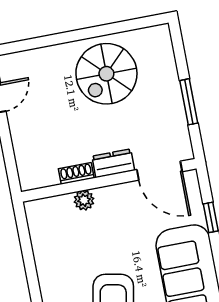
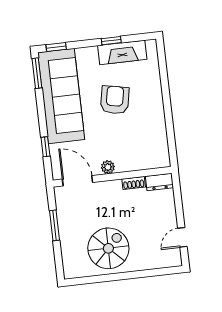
dresser: (113, 163) -> (159, 182), moved
plant: (84, 200) -> (108, 167), moved

